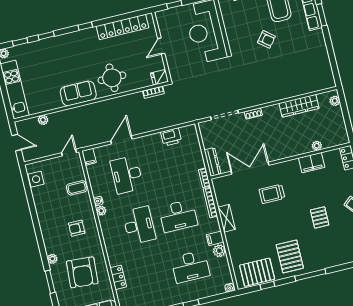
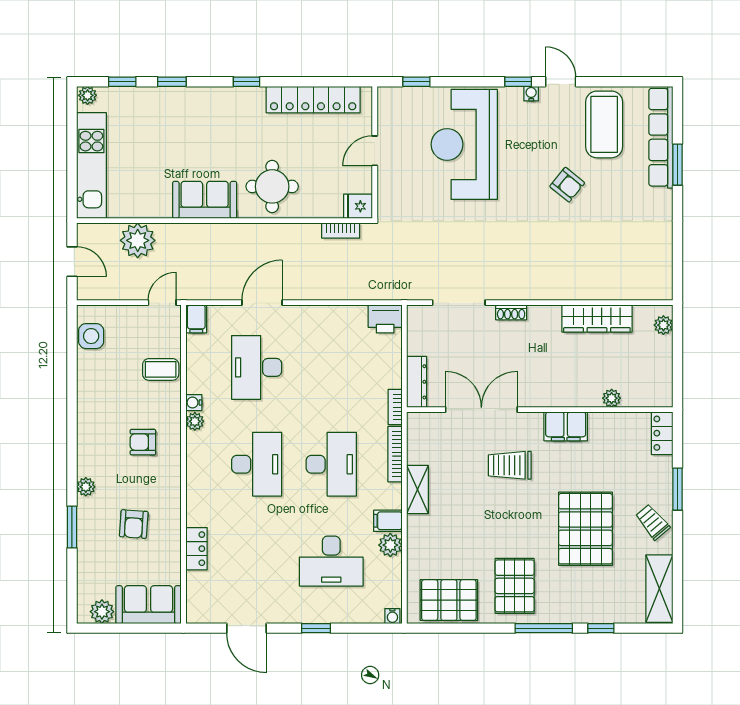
plant: (43, 120) -> (138, 240), width x1.88, depth x1.88
printer: (171, 137) -> (385, 319), moved
filing cabinet: (312, 163) -> (566, 426), moved
desk: (178, 216) -> (331, 464), turned -90
pallet: (320, 217) -> (585, 529), width x2.05, depth x2.00
armchair: (82, 272) -> (134, 524), width x0.53, depth x0.53
window: (267, 285) -> (601, 628), moved

